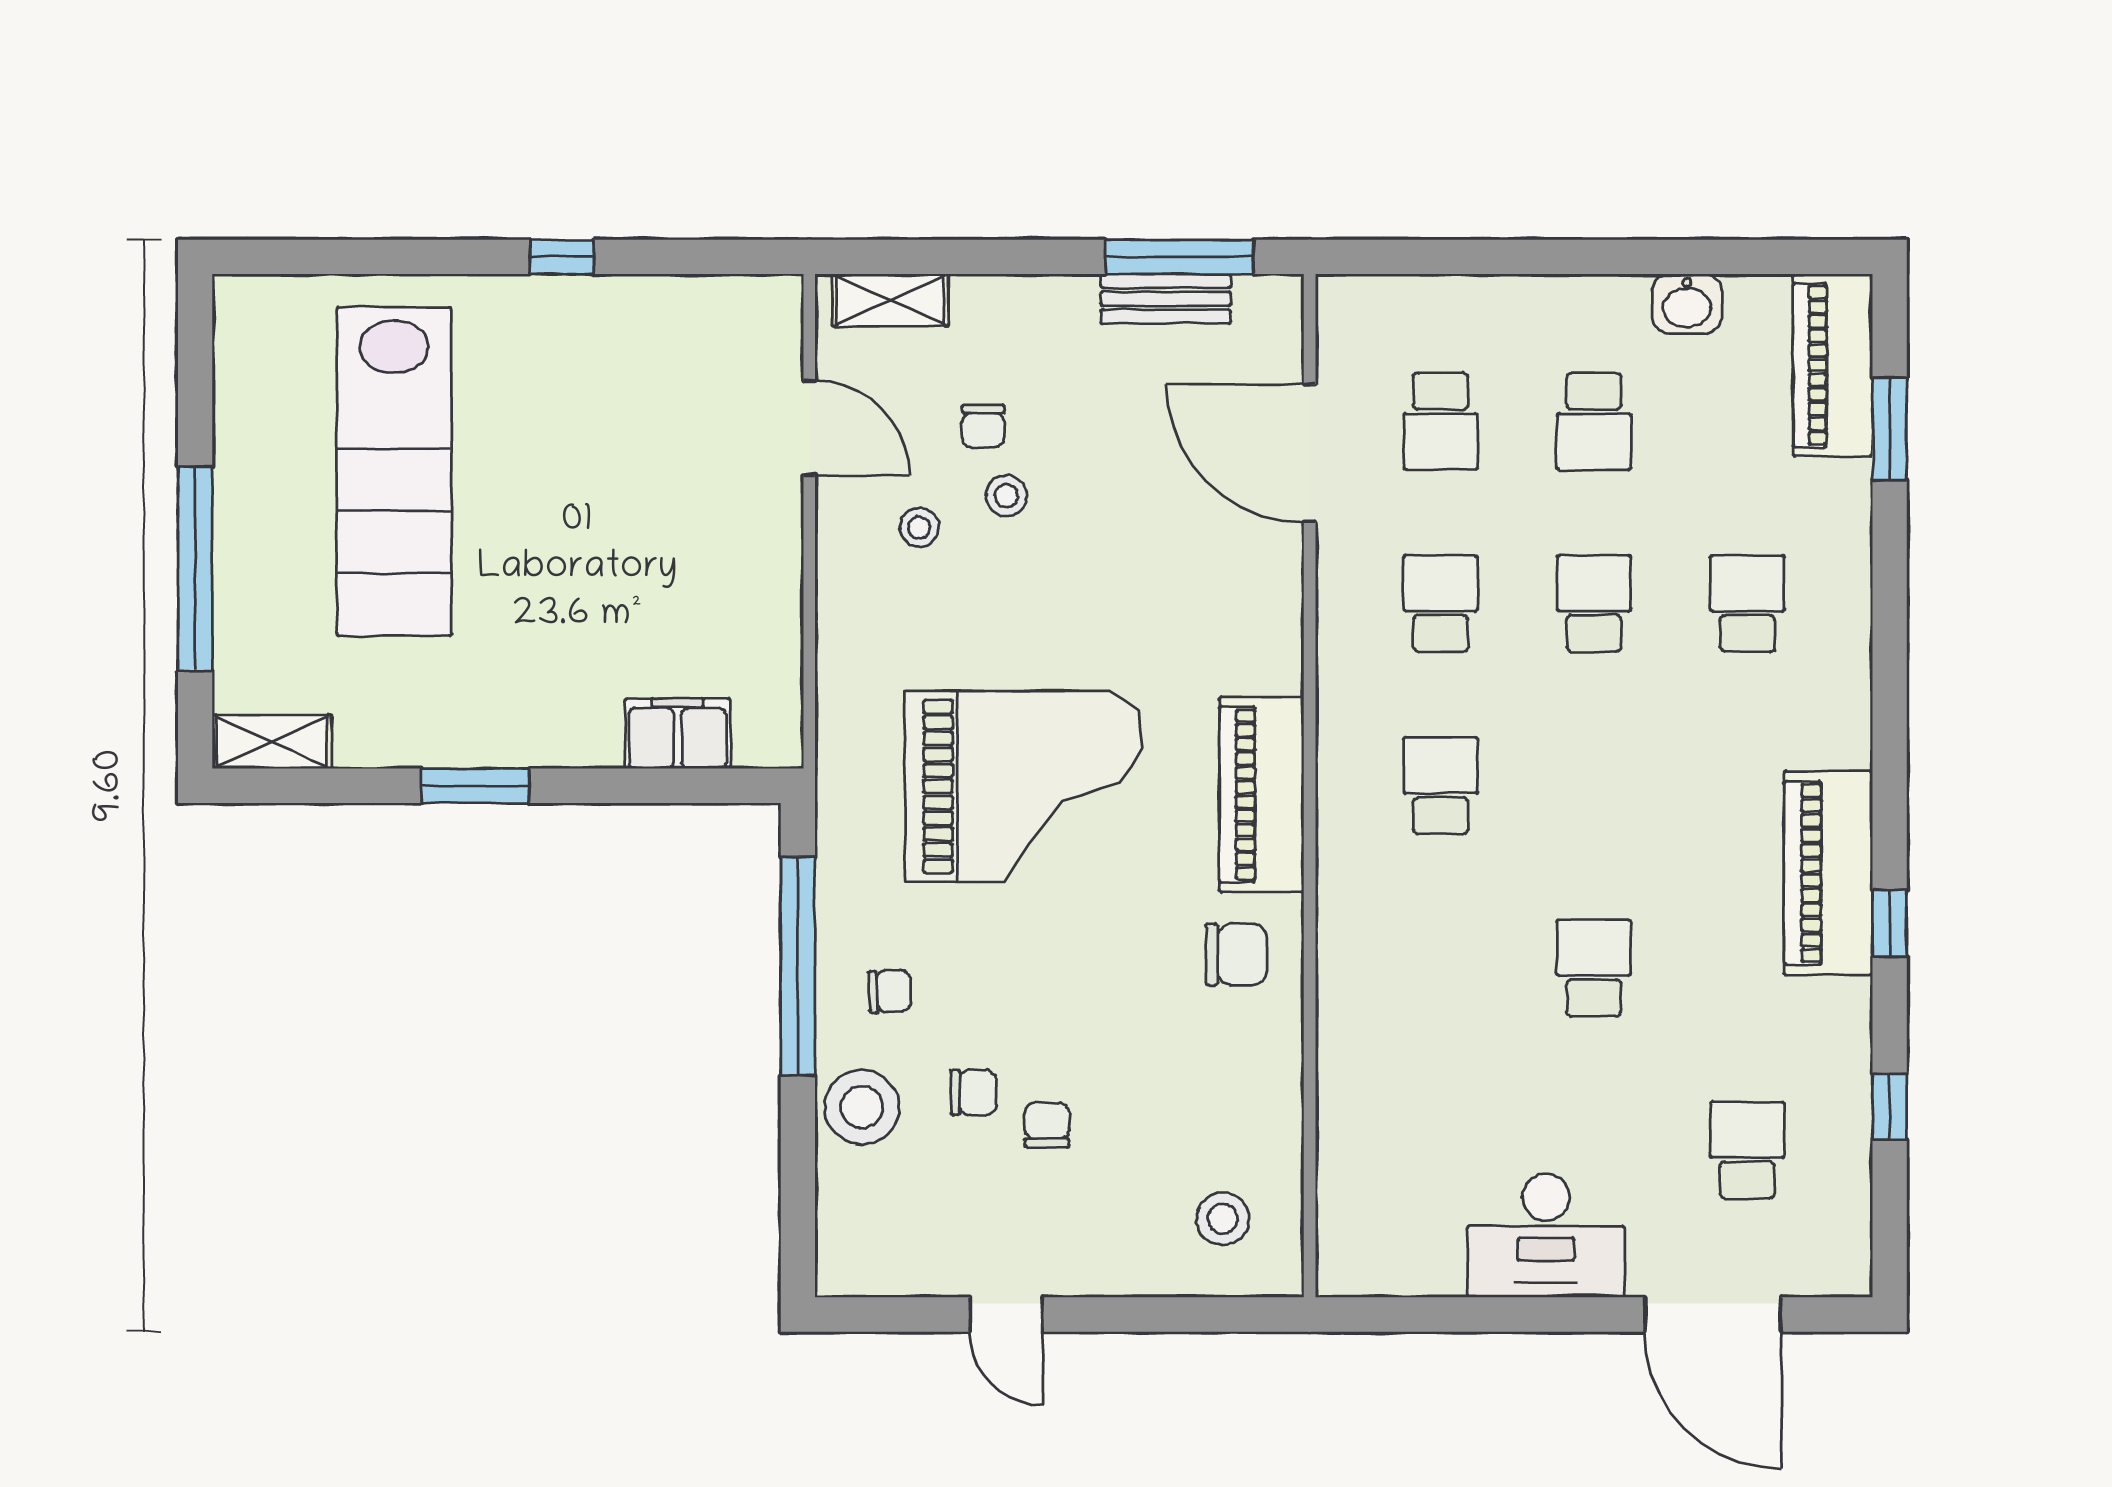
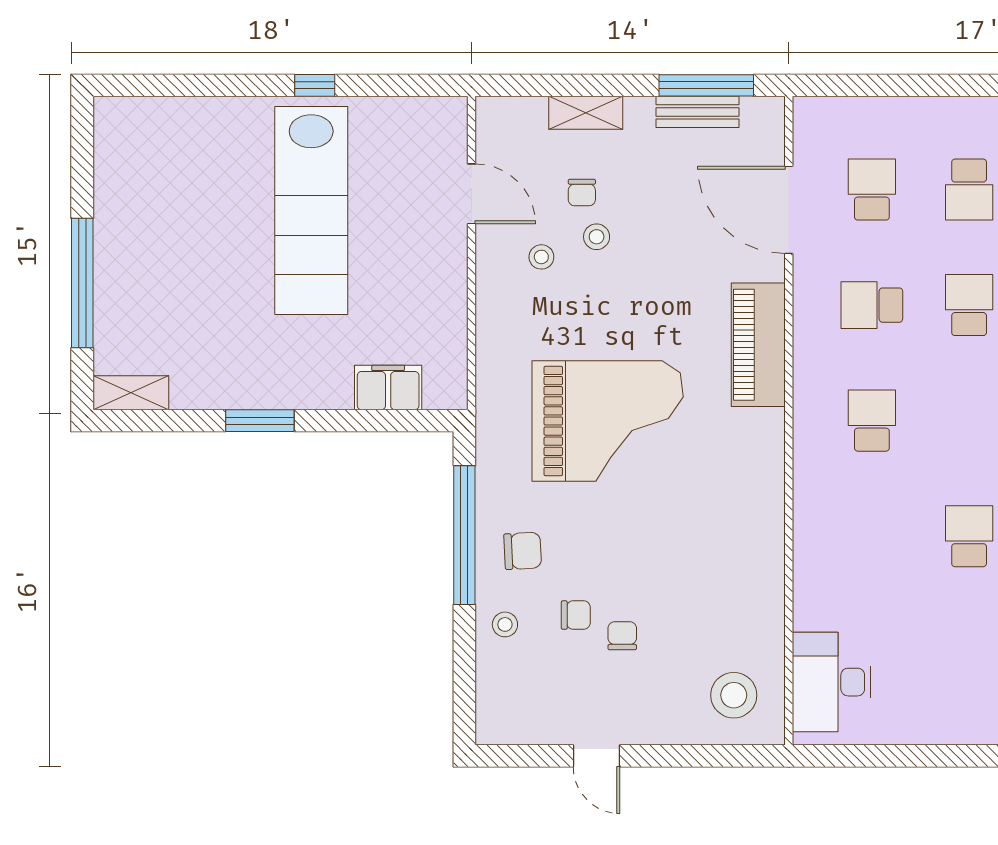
shelving: (890, 300) -> (586, 113), moved
school desk: (1441, 421) -> (872, 190), turned 180
lab bench: (394, 472) -> (311, 210), moved
school desk: (1441, 603) -> (872, 305), turned -90
piano: (1262, 795) -> (758, 345), moved
chair: (1237, 955) -> (742, 528), removed
chair: (890, 991) -> (523, 551), width x1.37, depth x1.37
stool: (862, 1107) -> (505, 624), width x0.53, depth x0.53
stool: (1223, 1219) -> (734, 695), width x1.38, depth x1.38
desk: (1546, 1236) -> (832, 682), moved, turned 90

